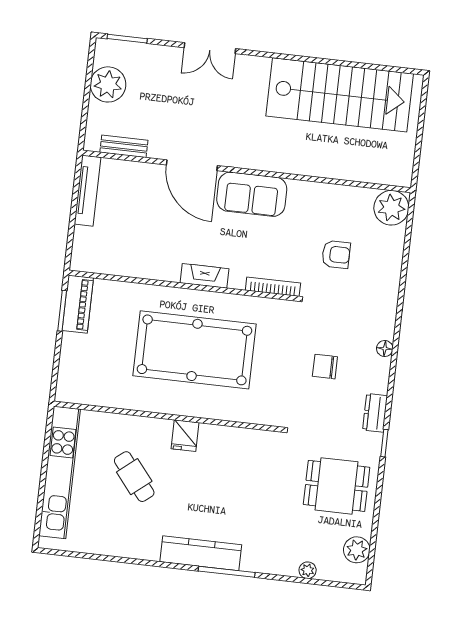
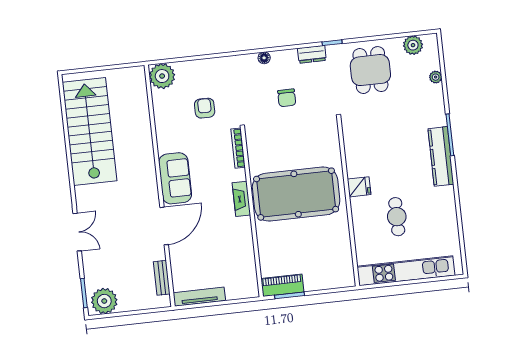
plant: (108, 84) -> (104, 301), moved
pool table: (194, 350) -> (296, 194), turned 90
cafe table: (134, 477) -> (397, 217), turned -51

